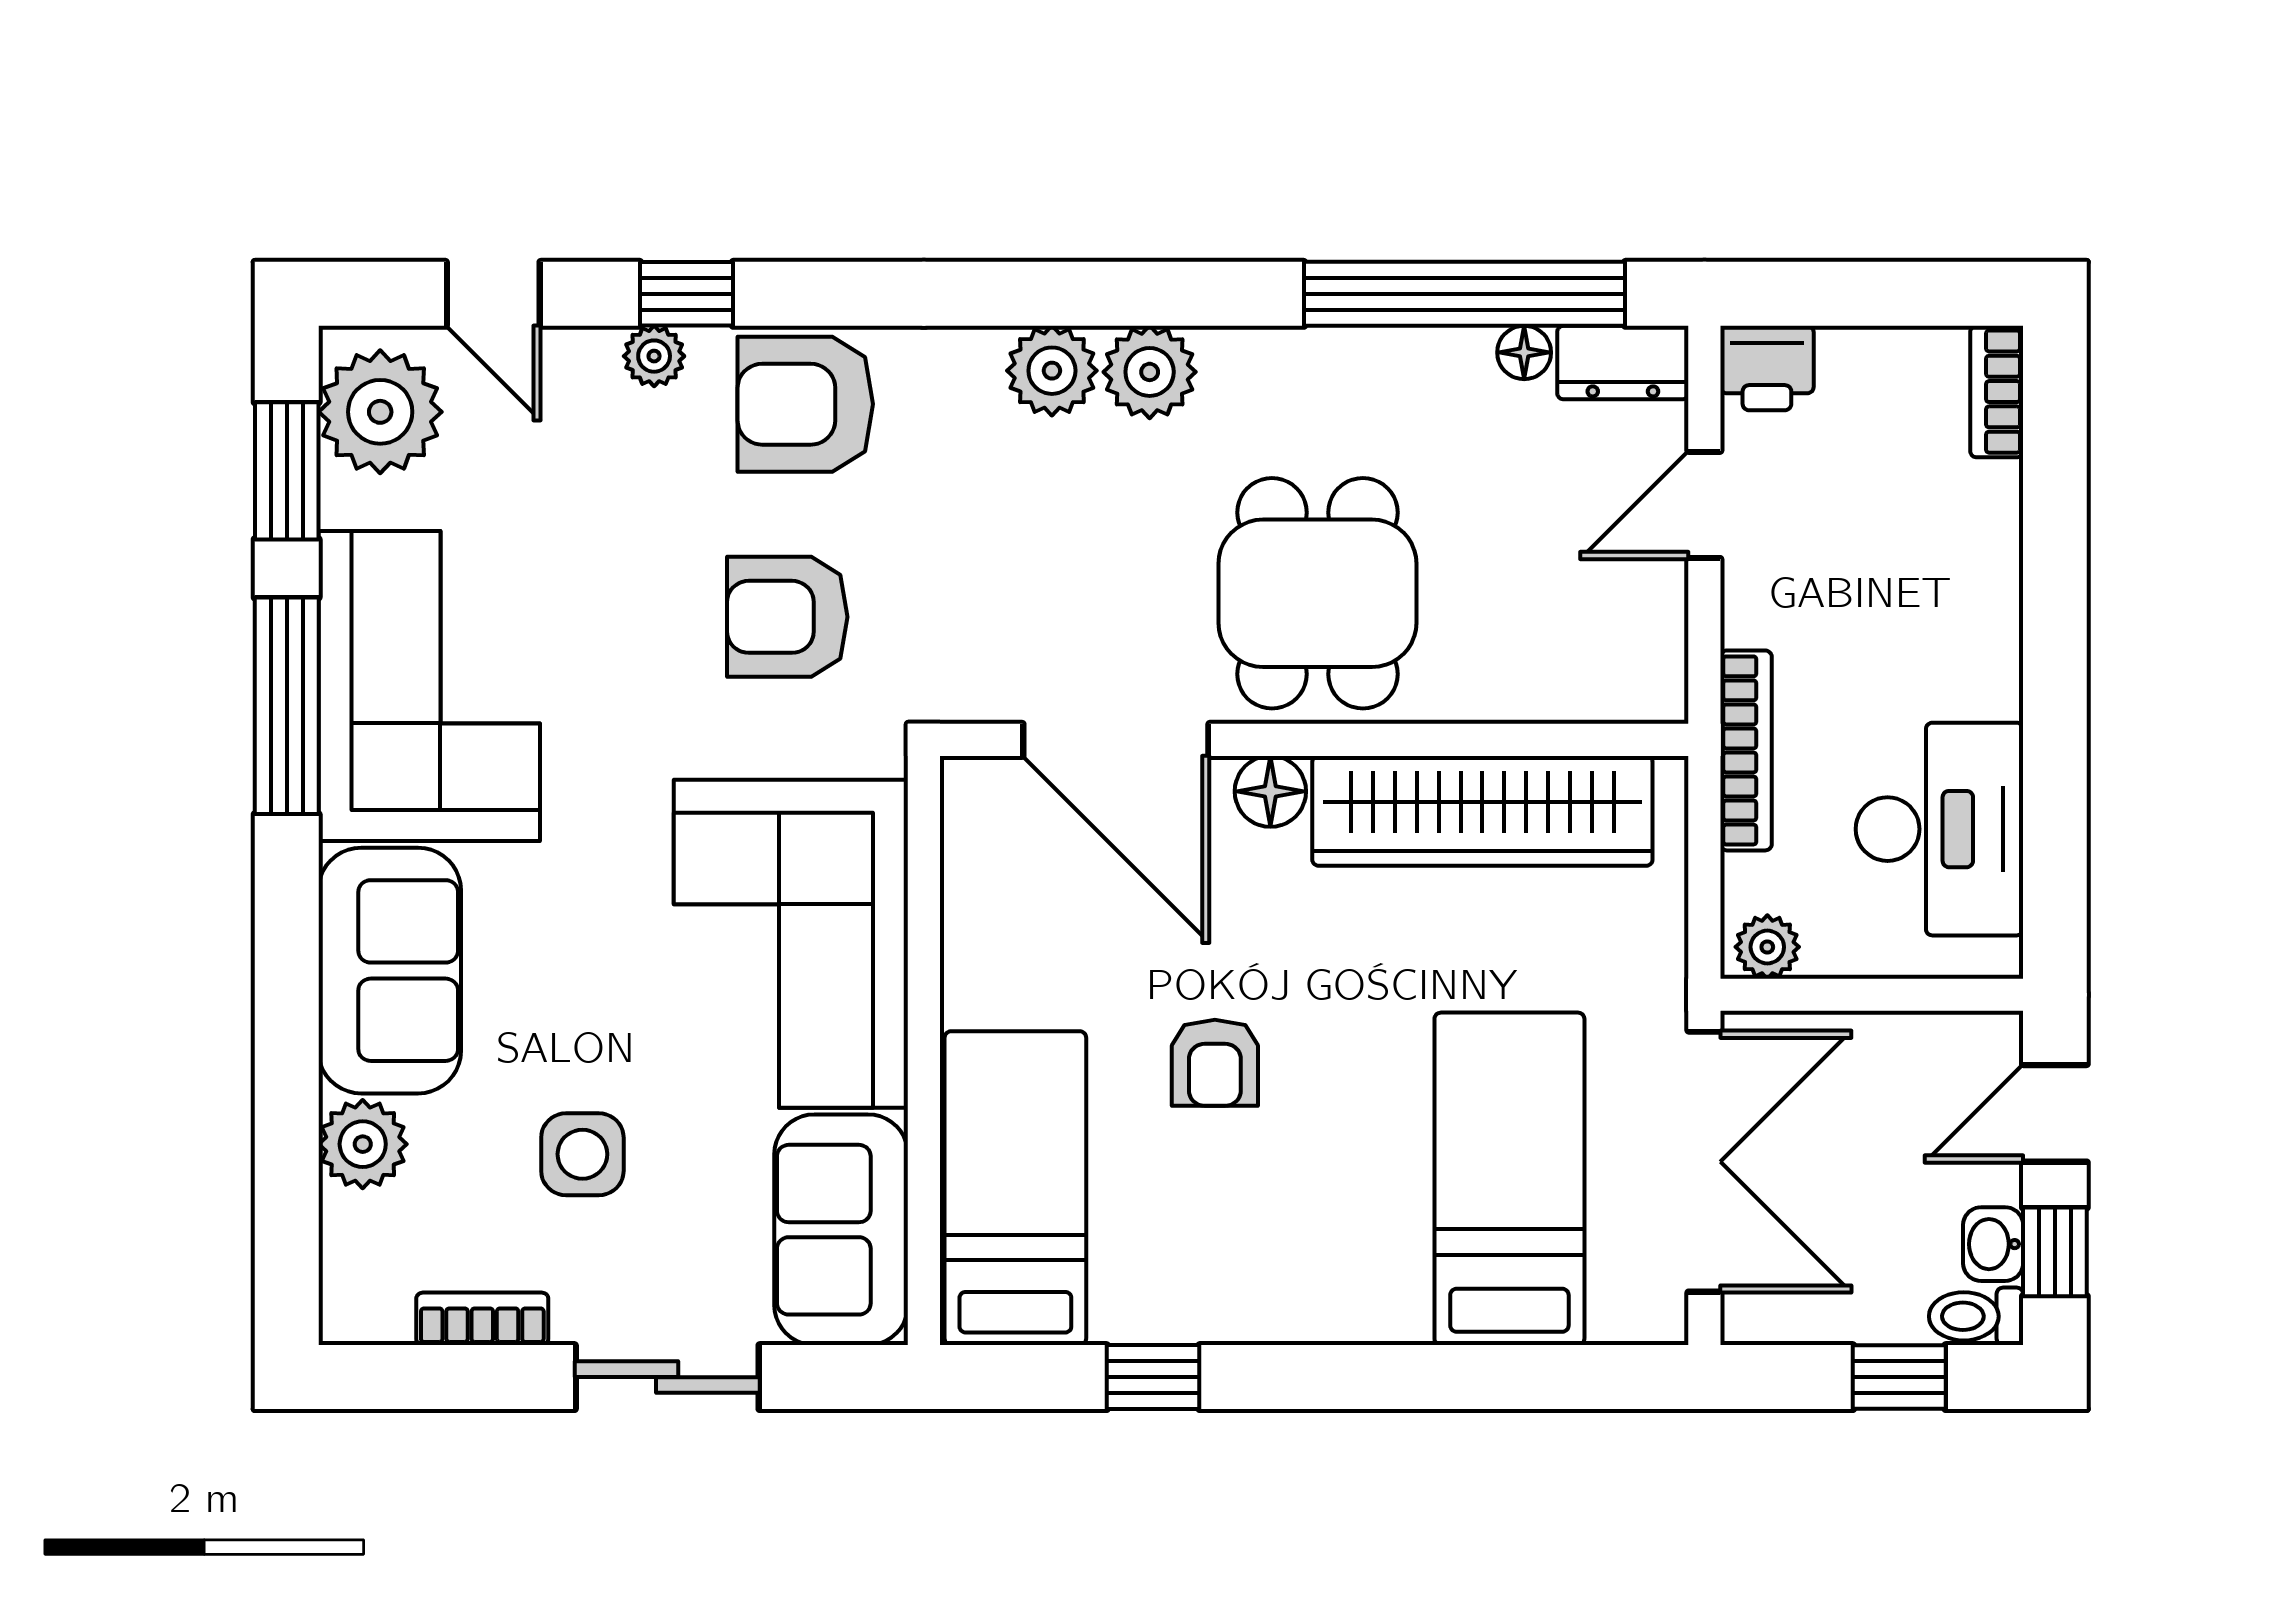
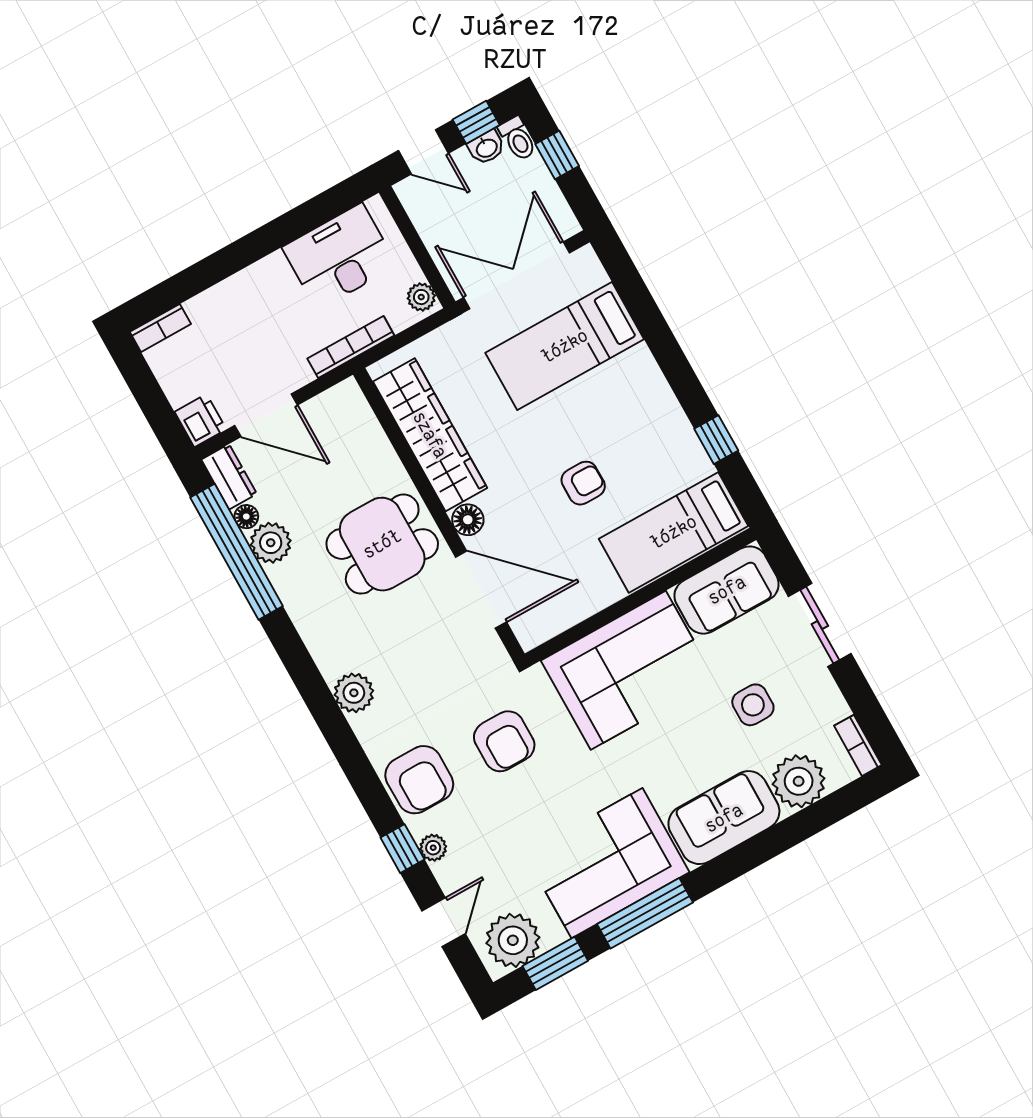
plant: (1150, 372) -> (271, 543), moved
door: (1704, 505) -> (266, 415), width x1.38
door: (1116, 740) -> (481, 590), hinge flipped
plant: (363, 1144) -> (799, 781), width x1.36, depth x1.36
bookcase: (482, 1319) -> (858, 745), moved

